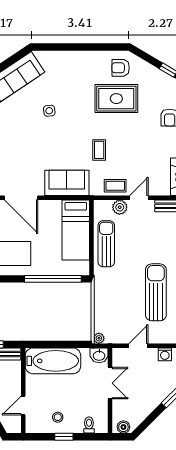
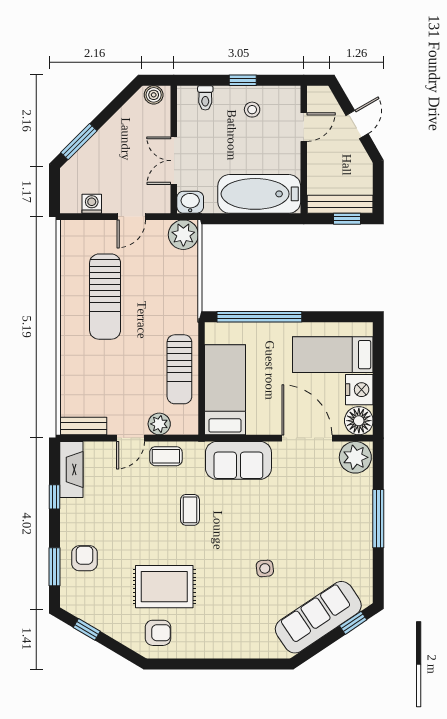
plant: (99, 338) -> (183, 235), width x1.87, depth x1.87

